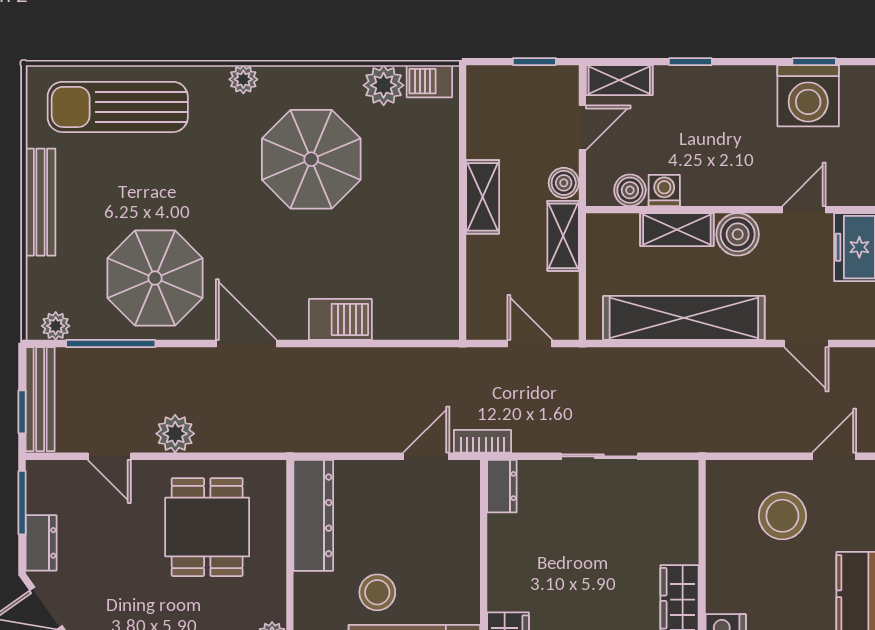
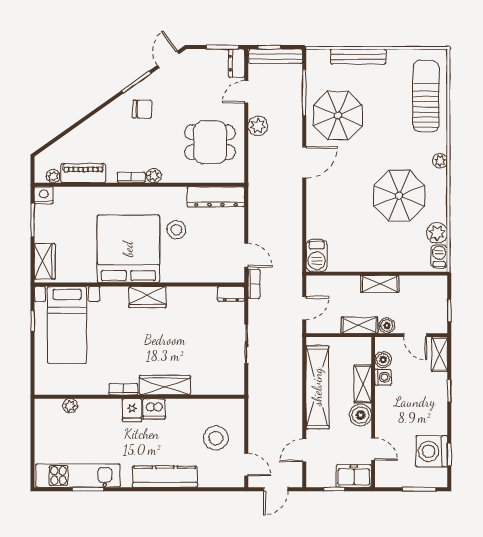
bench: (41, 202) -> (358, 57), moved
barbecue: (340, 319) -> (317, 256), moved
plant: (56, 326) -> (313, 64), removed
dresser: (41, 543) -> (236, 63), moved, turned 90

